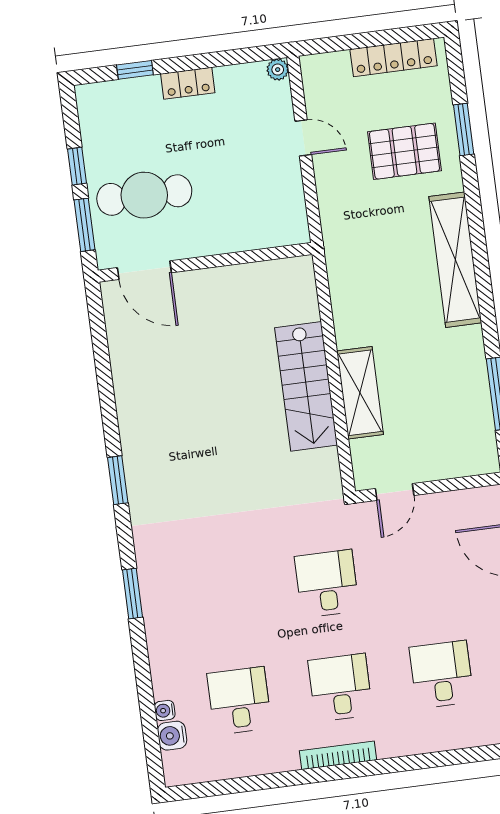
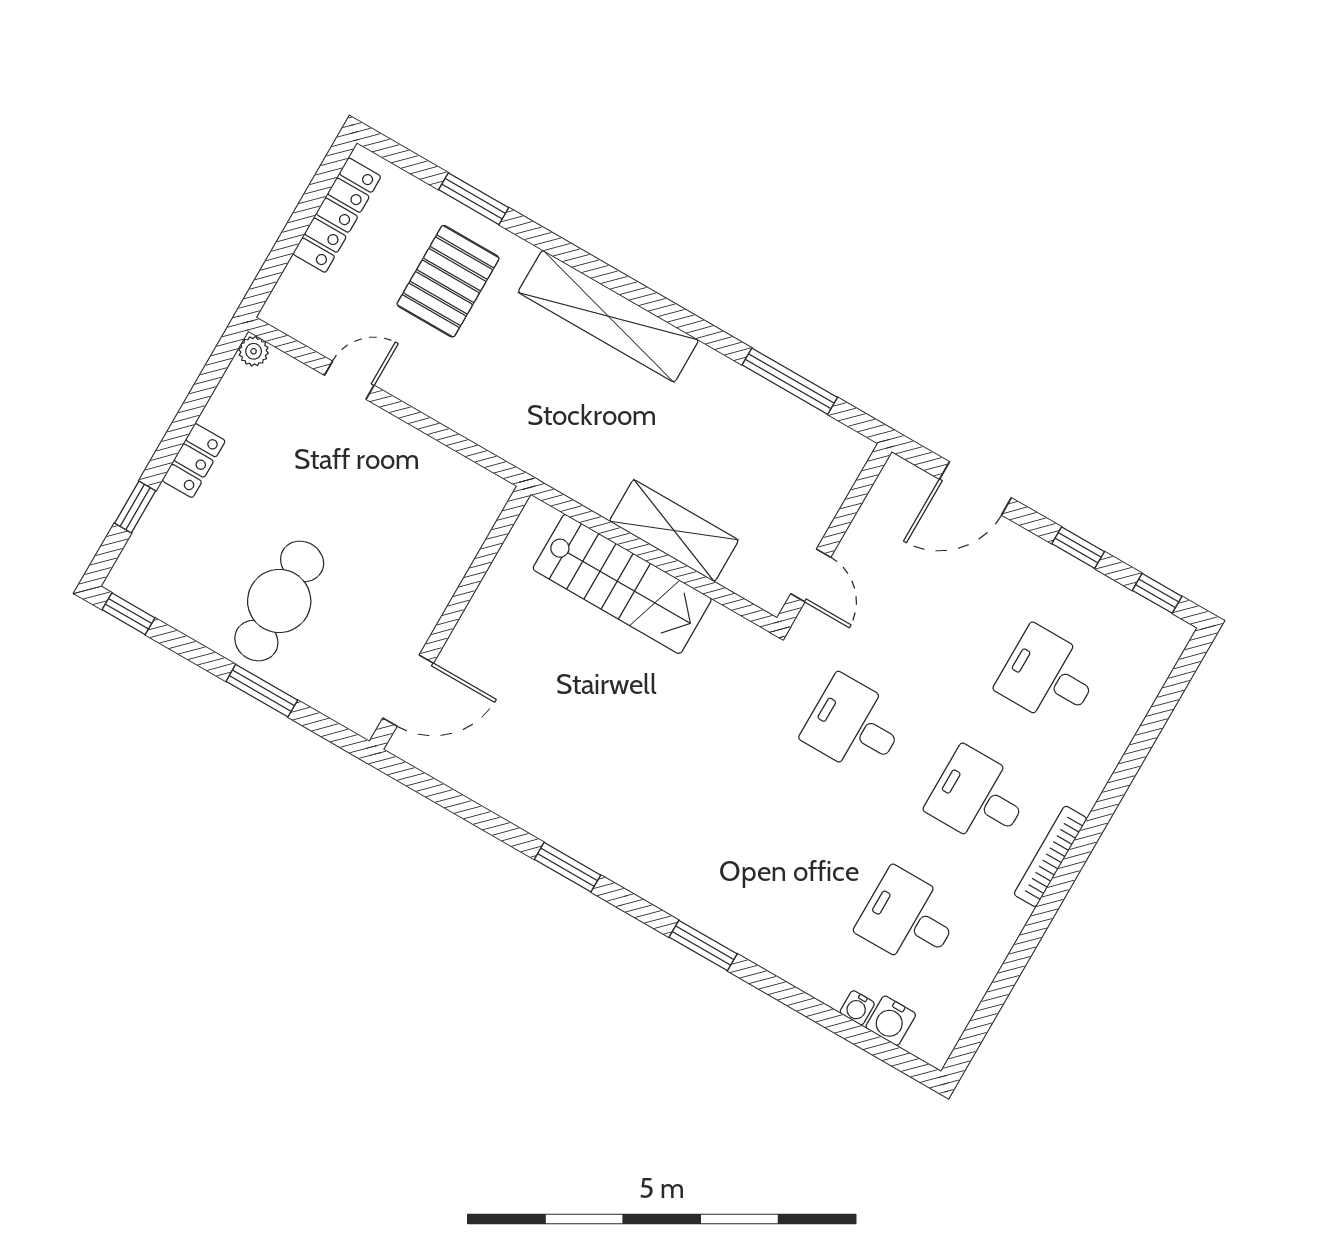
window: (77, 166) -> (129, 614), moved
wall: (205, 262) -> (450, 618), moved
door: (144, 270) -> (408, 691), moved

